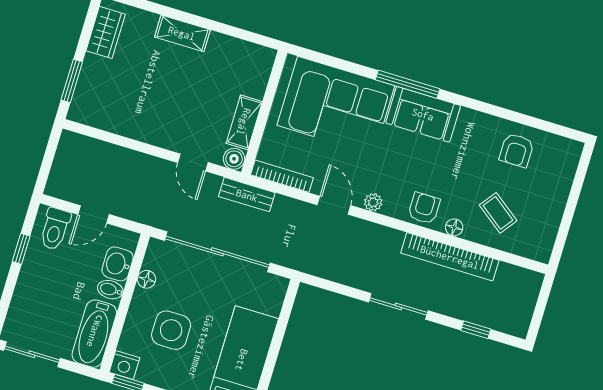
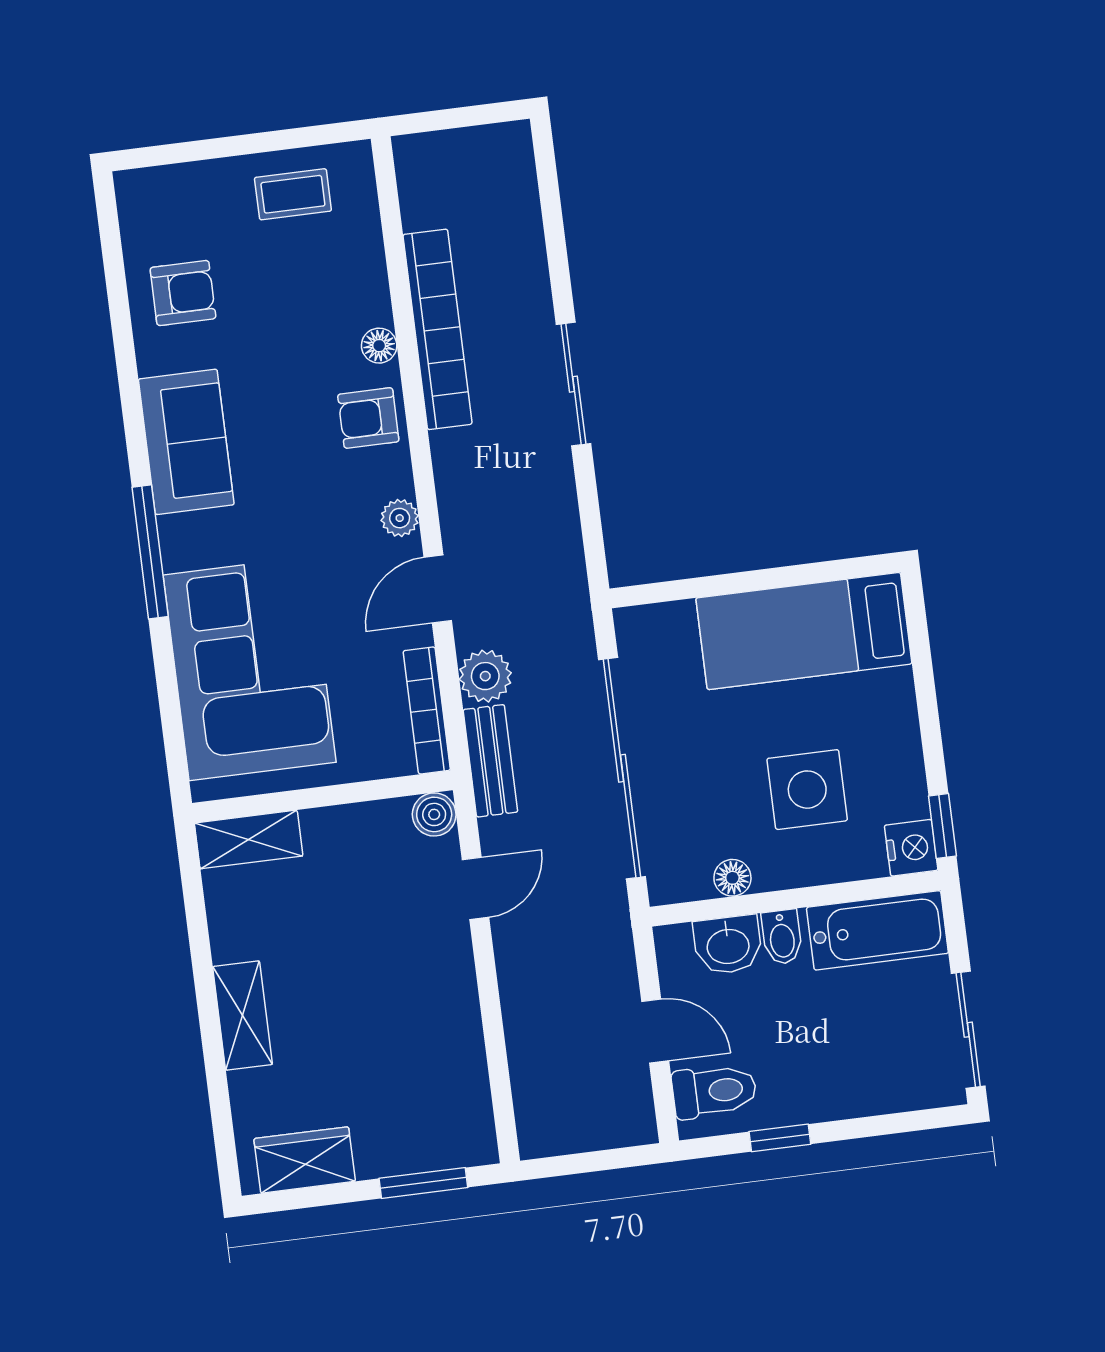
sofa: (423, 114) -> (186, 442), moved
shelving: (244, 122) -> (249, 839), moved
plant: (286, 209) -> (485, 676), added
coffee table: (498, 213) -> (293, 194), moved, turned 53
window: (476, 330) -> (553, 220), removed

